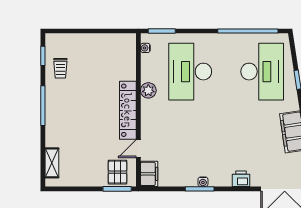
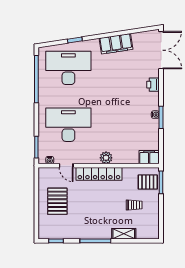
pallet: (93, 57) -> (57, 201), added
trolley: (60, 68) -> (134, 205), moved
desk: (190, 72) -> (68, 125), turned 180
plant: (148, 90) -> (106, 158), moved
door: (138, 149) -> (66, 166), moved
shelving: (52, 163) -> (124, 234), moved

